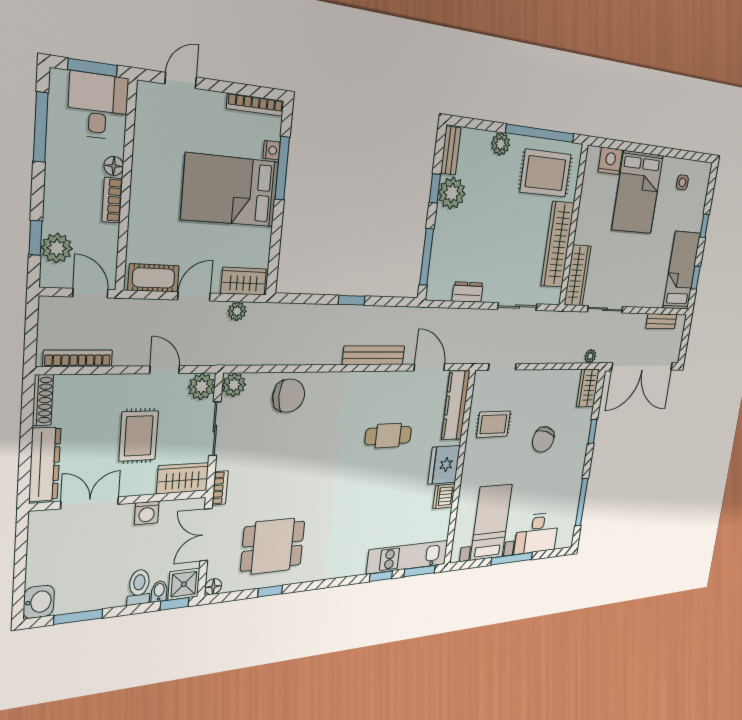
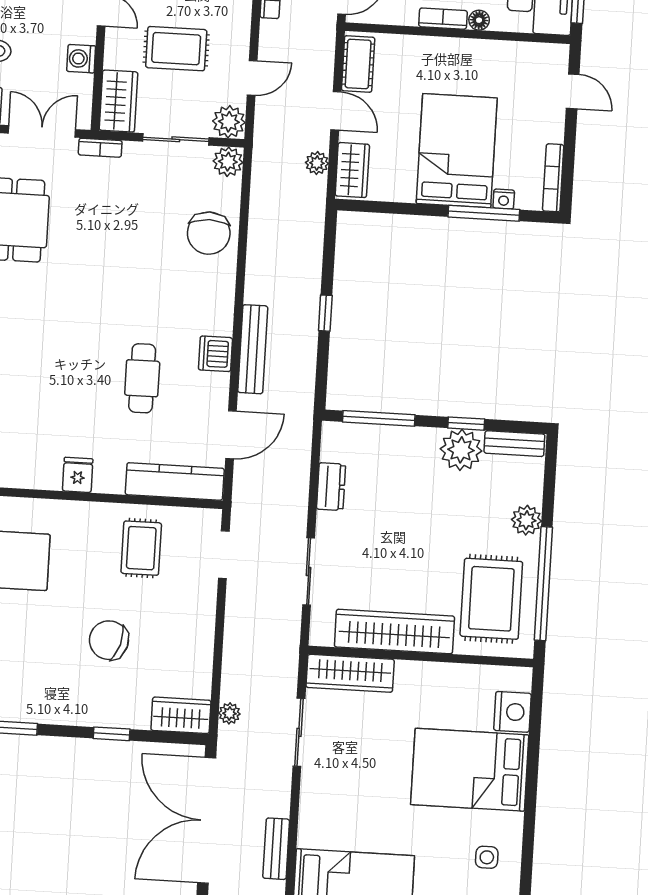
fridge: (444, 465) -> (78, 475), width x0.53, depth x0.75
dishwasher: (444, 496) -> (215, 354), moved, turned -90

